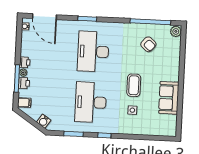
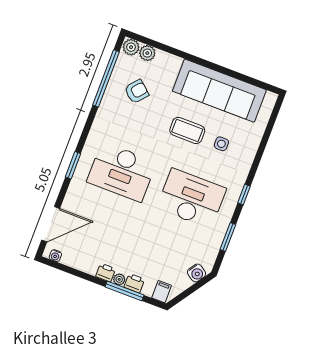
plant: (175, 43) -> (147, 53), added
sofa: (169, 98) -> (219, 91), width x1.85, depth x1.27
desk: (91, 102) -> (191, 198), turned 180

